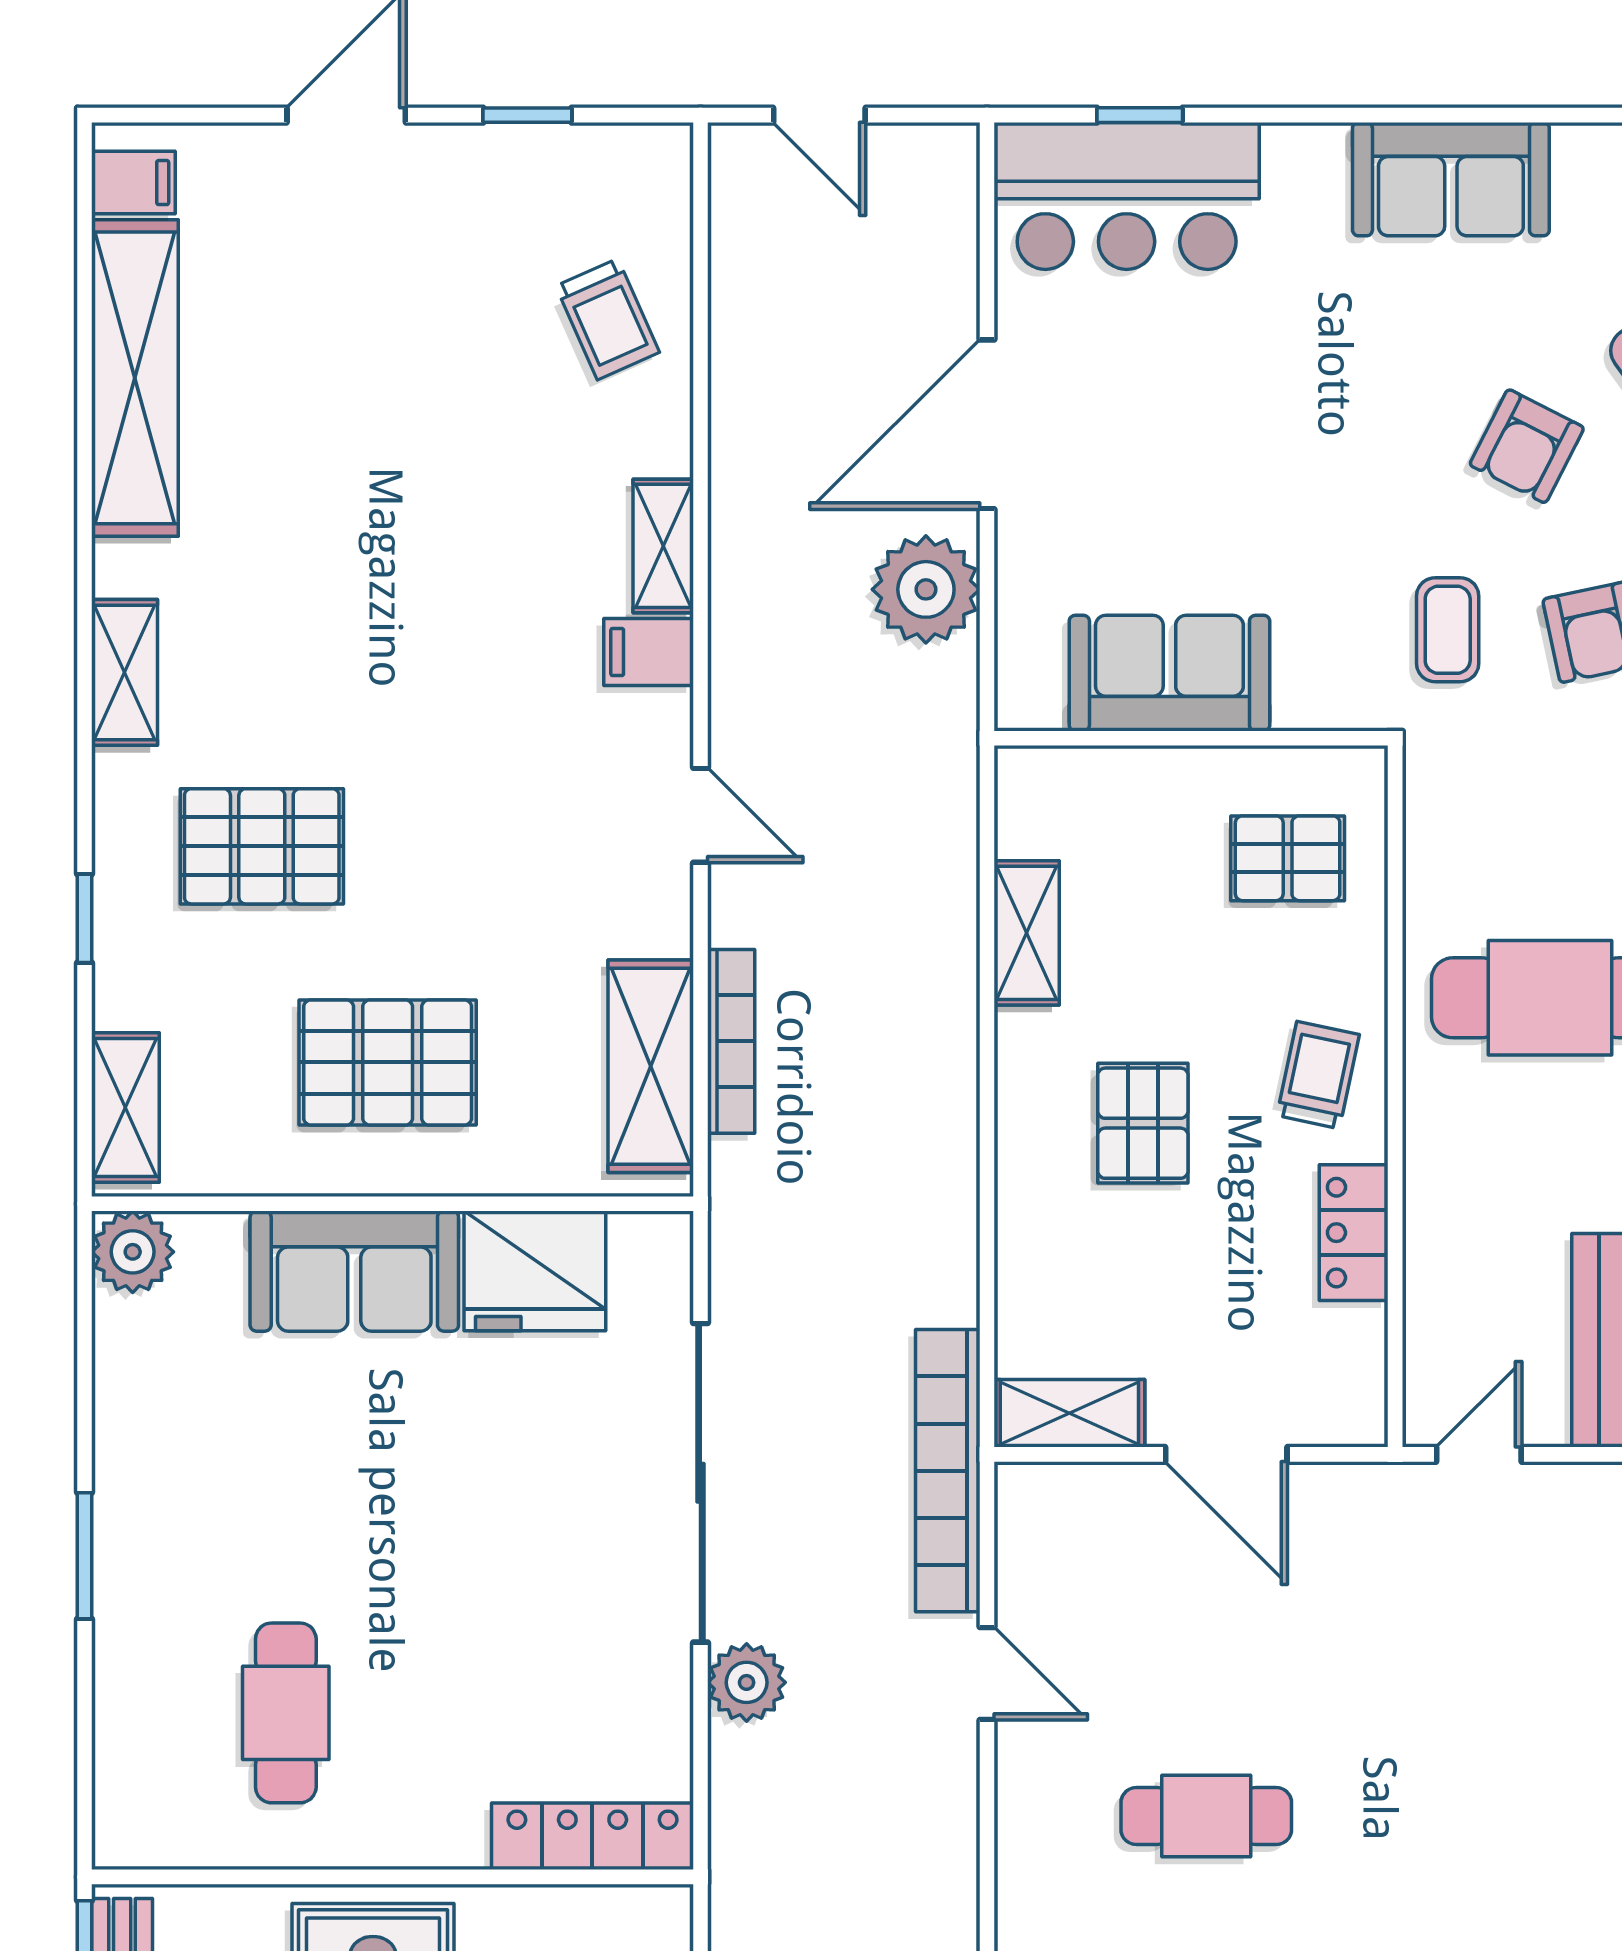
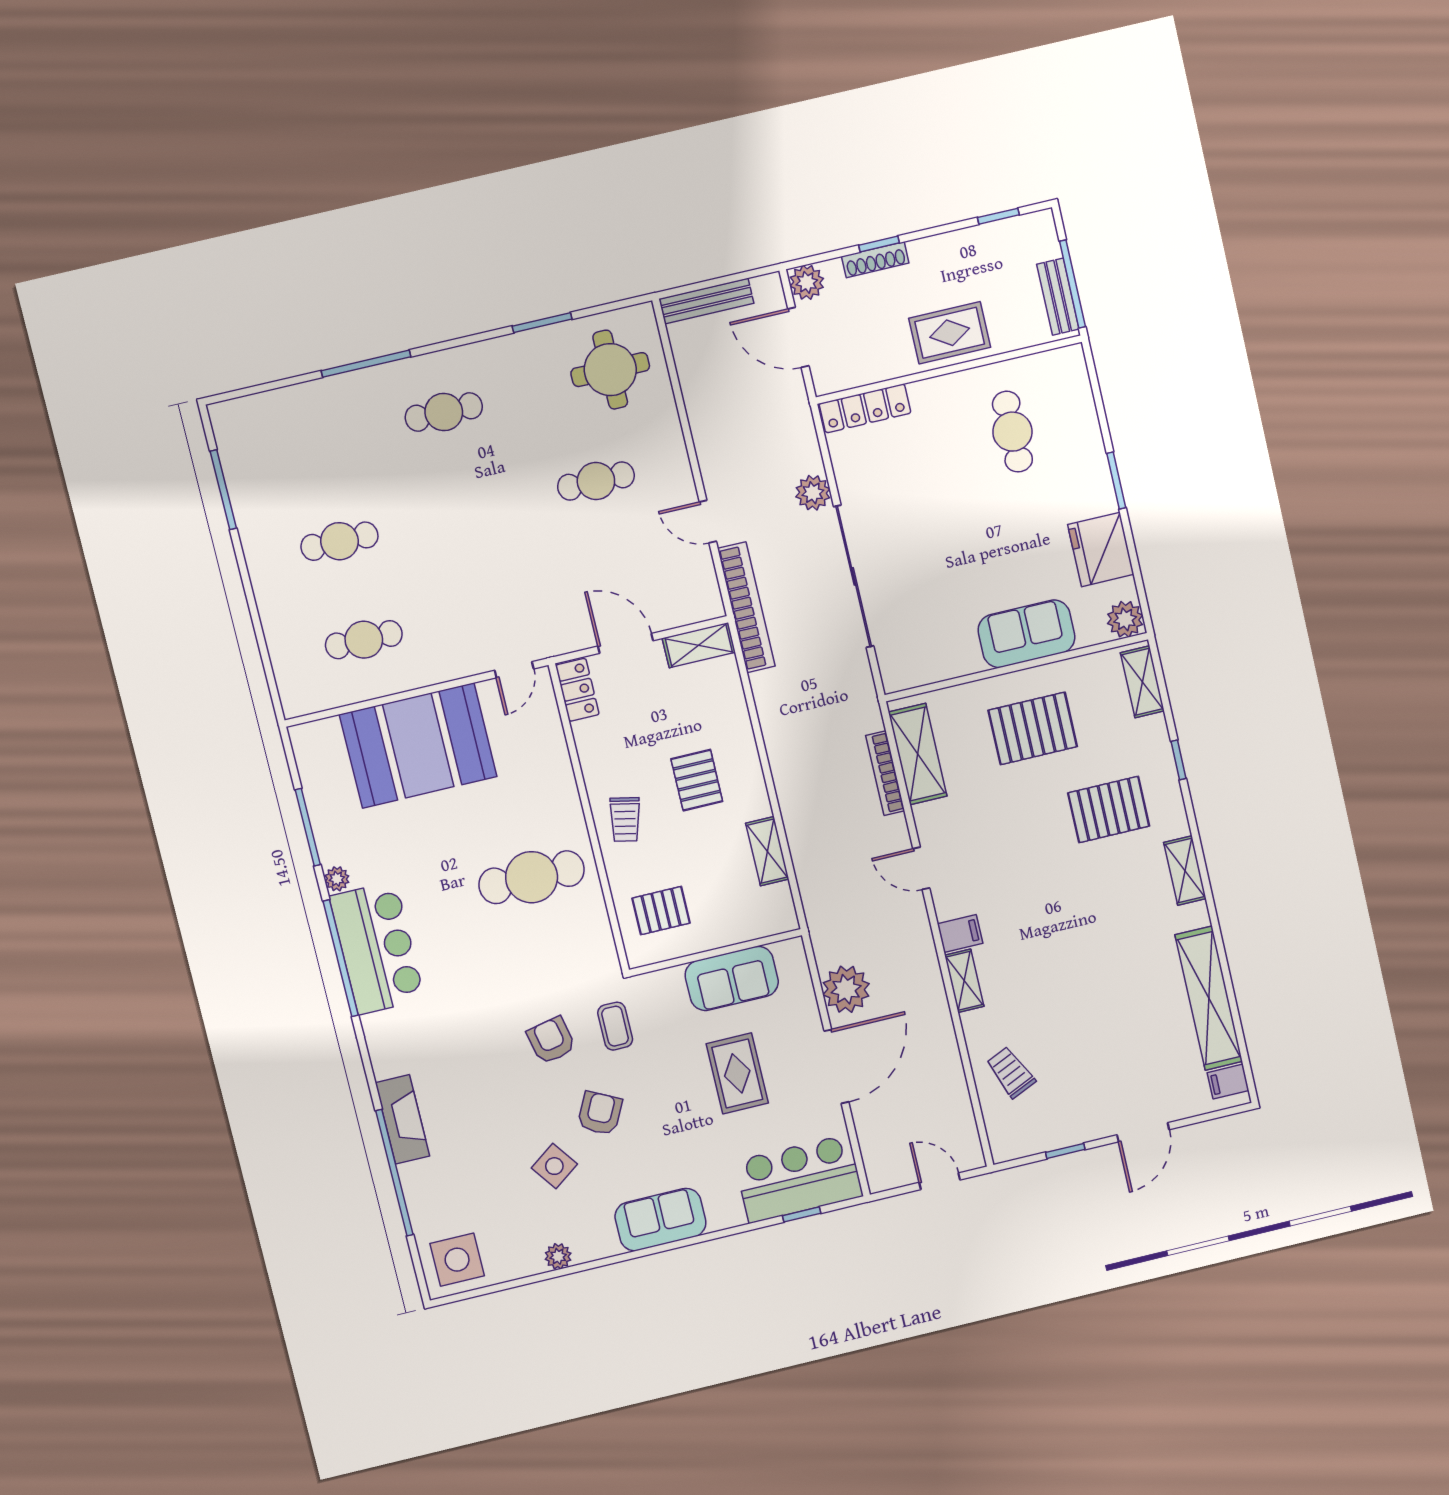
rug: (1207, 461) -> (737, 1073), added
locker: (1354, 1233) -> (577, 690), moved
fridge: (535, 1271) -> (1101, 550), moved, turned -90

